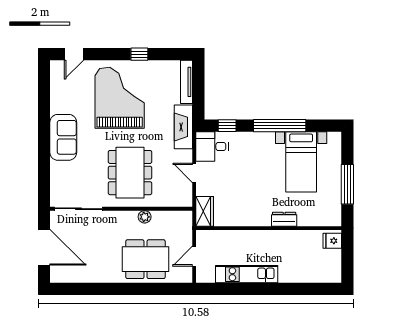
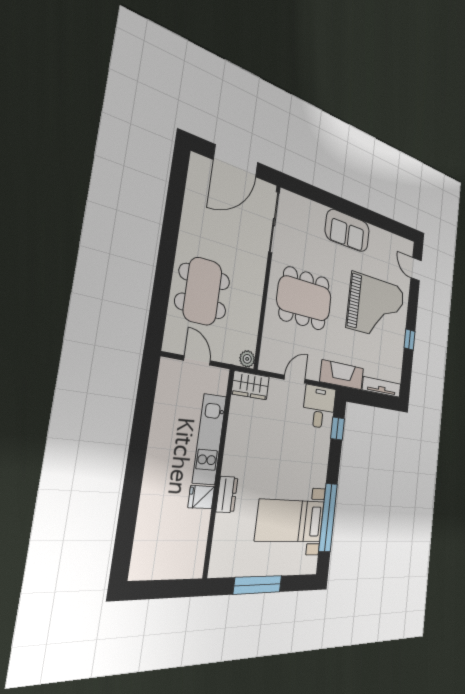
window: (280, 126) -> (328, 517), moved
plant: (145, 217) -> (247, 359), moved
fridge: (332, 241) -> (201, 497), moved, turned -90
kitchen unit: (247, 274) -> (209, 439), moved, turned 180

